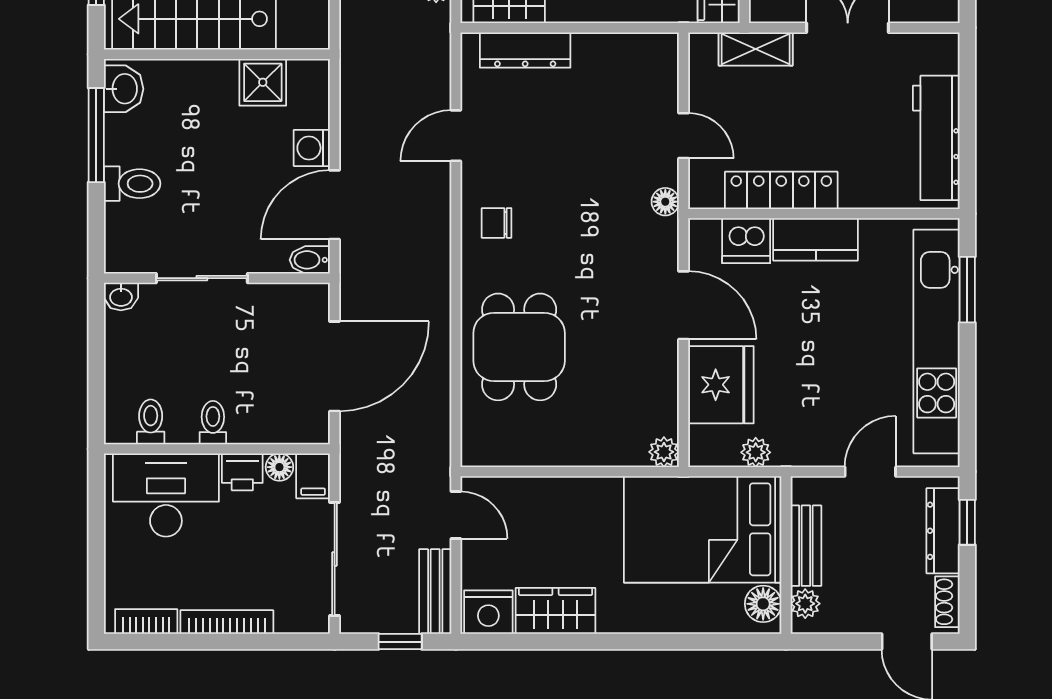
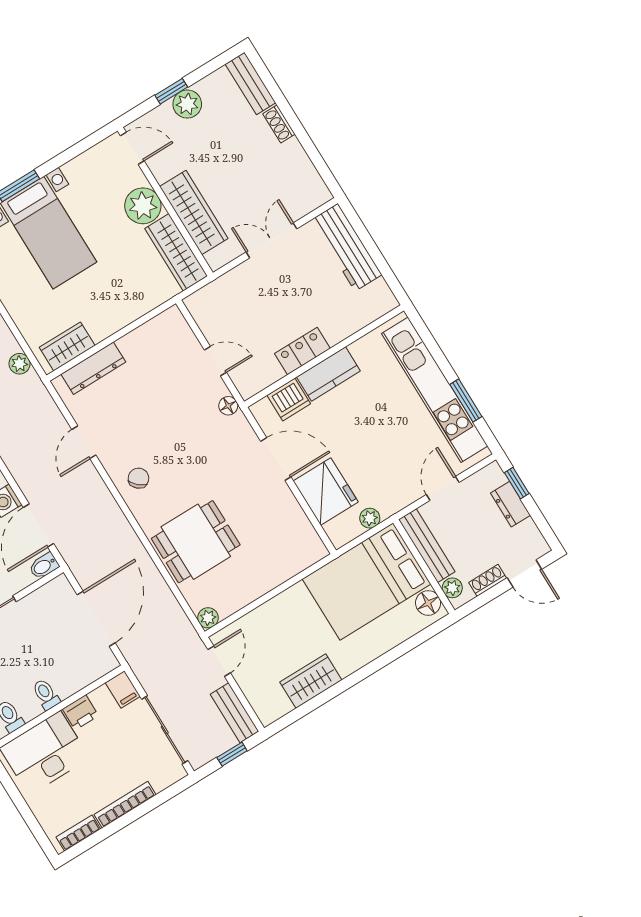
shelving: (756, 49) -> (226, 285), removed
workbench: (936, 138) -> (346, 247), moved
locker: (781, 190) -> (302, 351), width x0.66
chair: (497, 223) -> (138, 478), turned 132
window: (967, 290) -> (466, 401), moved
dining table: (519, 347) -> (196, 542), turned 90
plant: (664, 452) -> (208, 618), moved
floor lamp: (279, 467) -> (100, 696), removed
door: (456, 515) -> (219, 661), hinge flipped
dresser: (943, 531) -> (510, 504), width x0.70
bench: (806, 546) -> (427, 546), width x1.36
shoe rack: (947, 602) -> (488, 580), moved, turned 90
nightstand: (488, 612) -> (272, 706), removed

